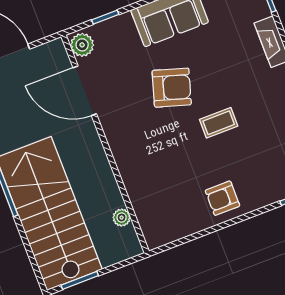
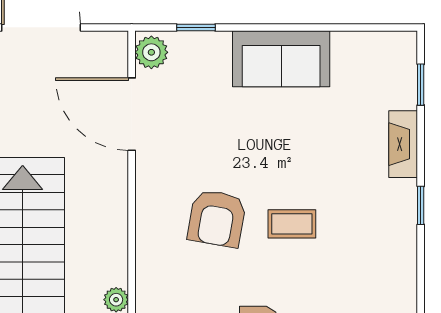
armchair: (172, 88) -> (217, 218), moved, turned 83

